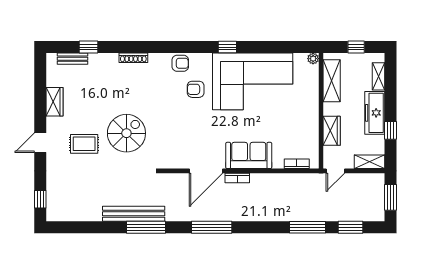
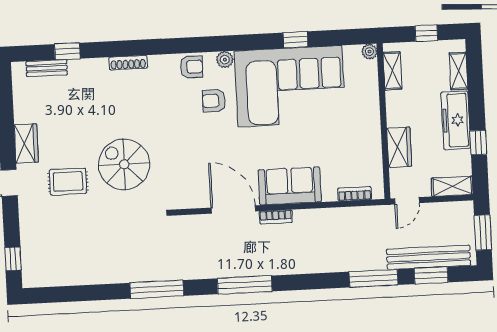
window: (227, 47) -> (295, 40), moved
plant: (205, 59) -> (225, 60), added
shelving: (332, 81) -> (392, 71), width x0.67, depth x0.75
wardrobe: (54, 102) -> (26, 143), moved
spiral stairs: (126, 133) -> (124, 164), turned -90
door: (206, 171) -> (233, 210), swing flipped
bench: (134, 214) -> (429, 257), moved

